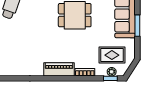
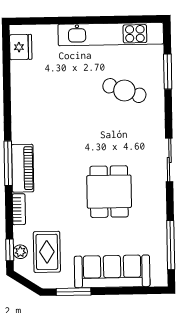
window: (137, 26) -> (74, 292), moved
window: (56, 78) -> (8, 163), added

